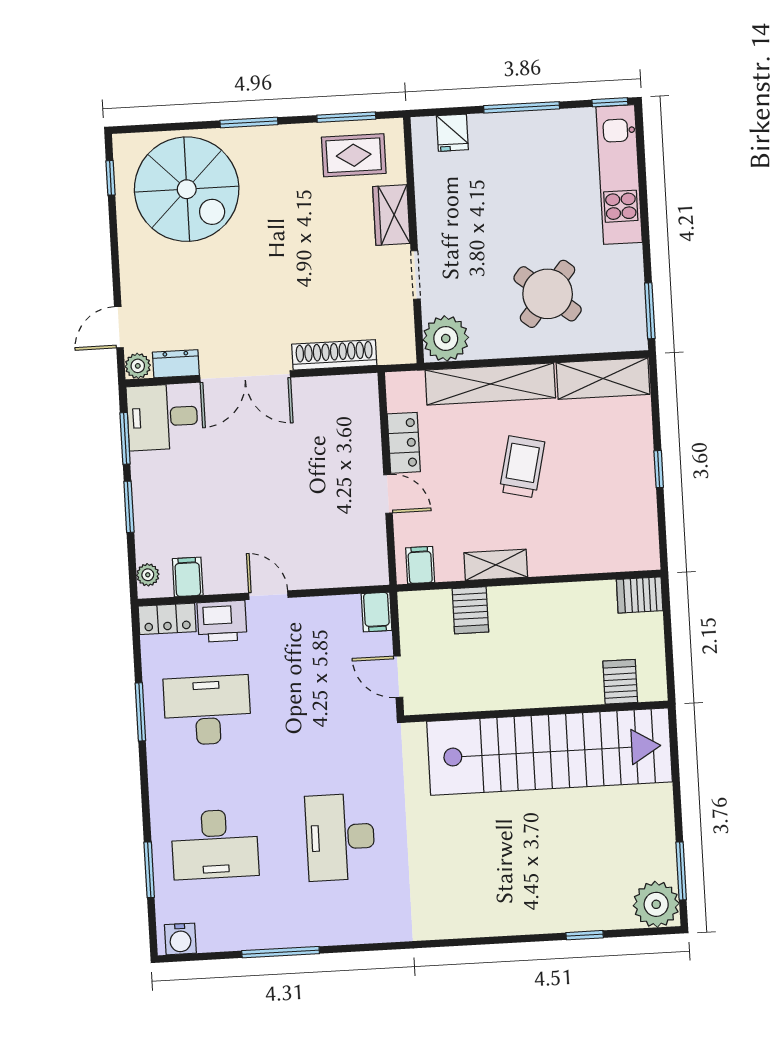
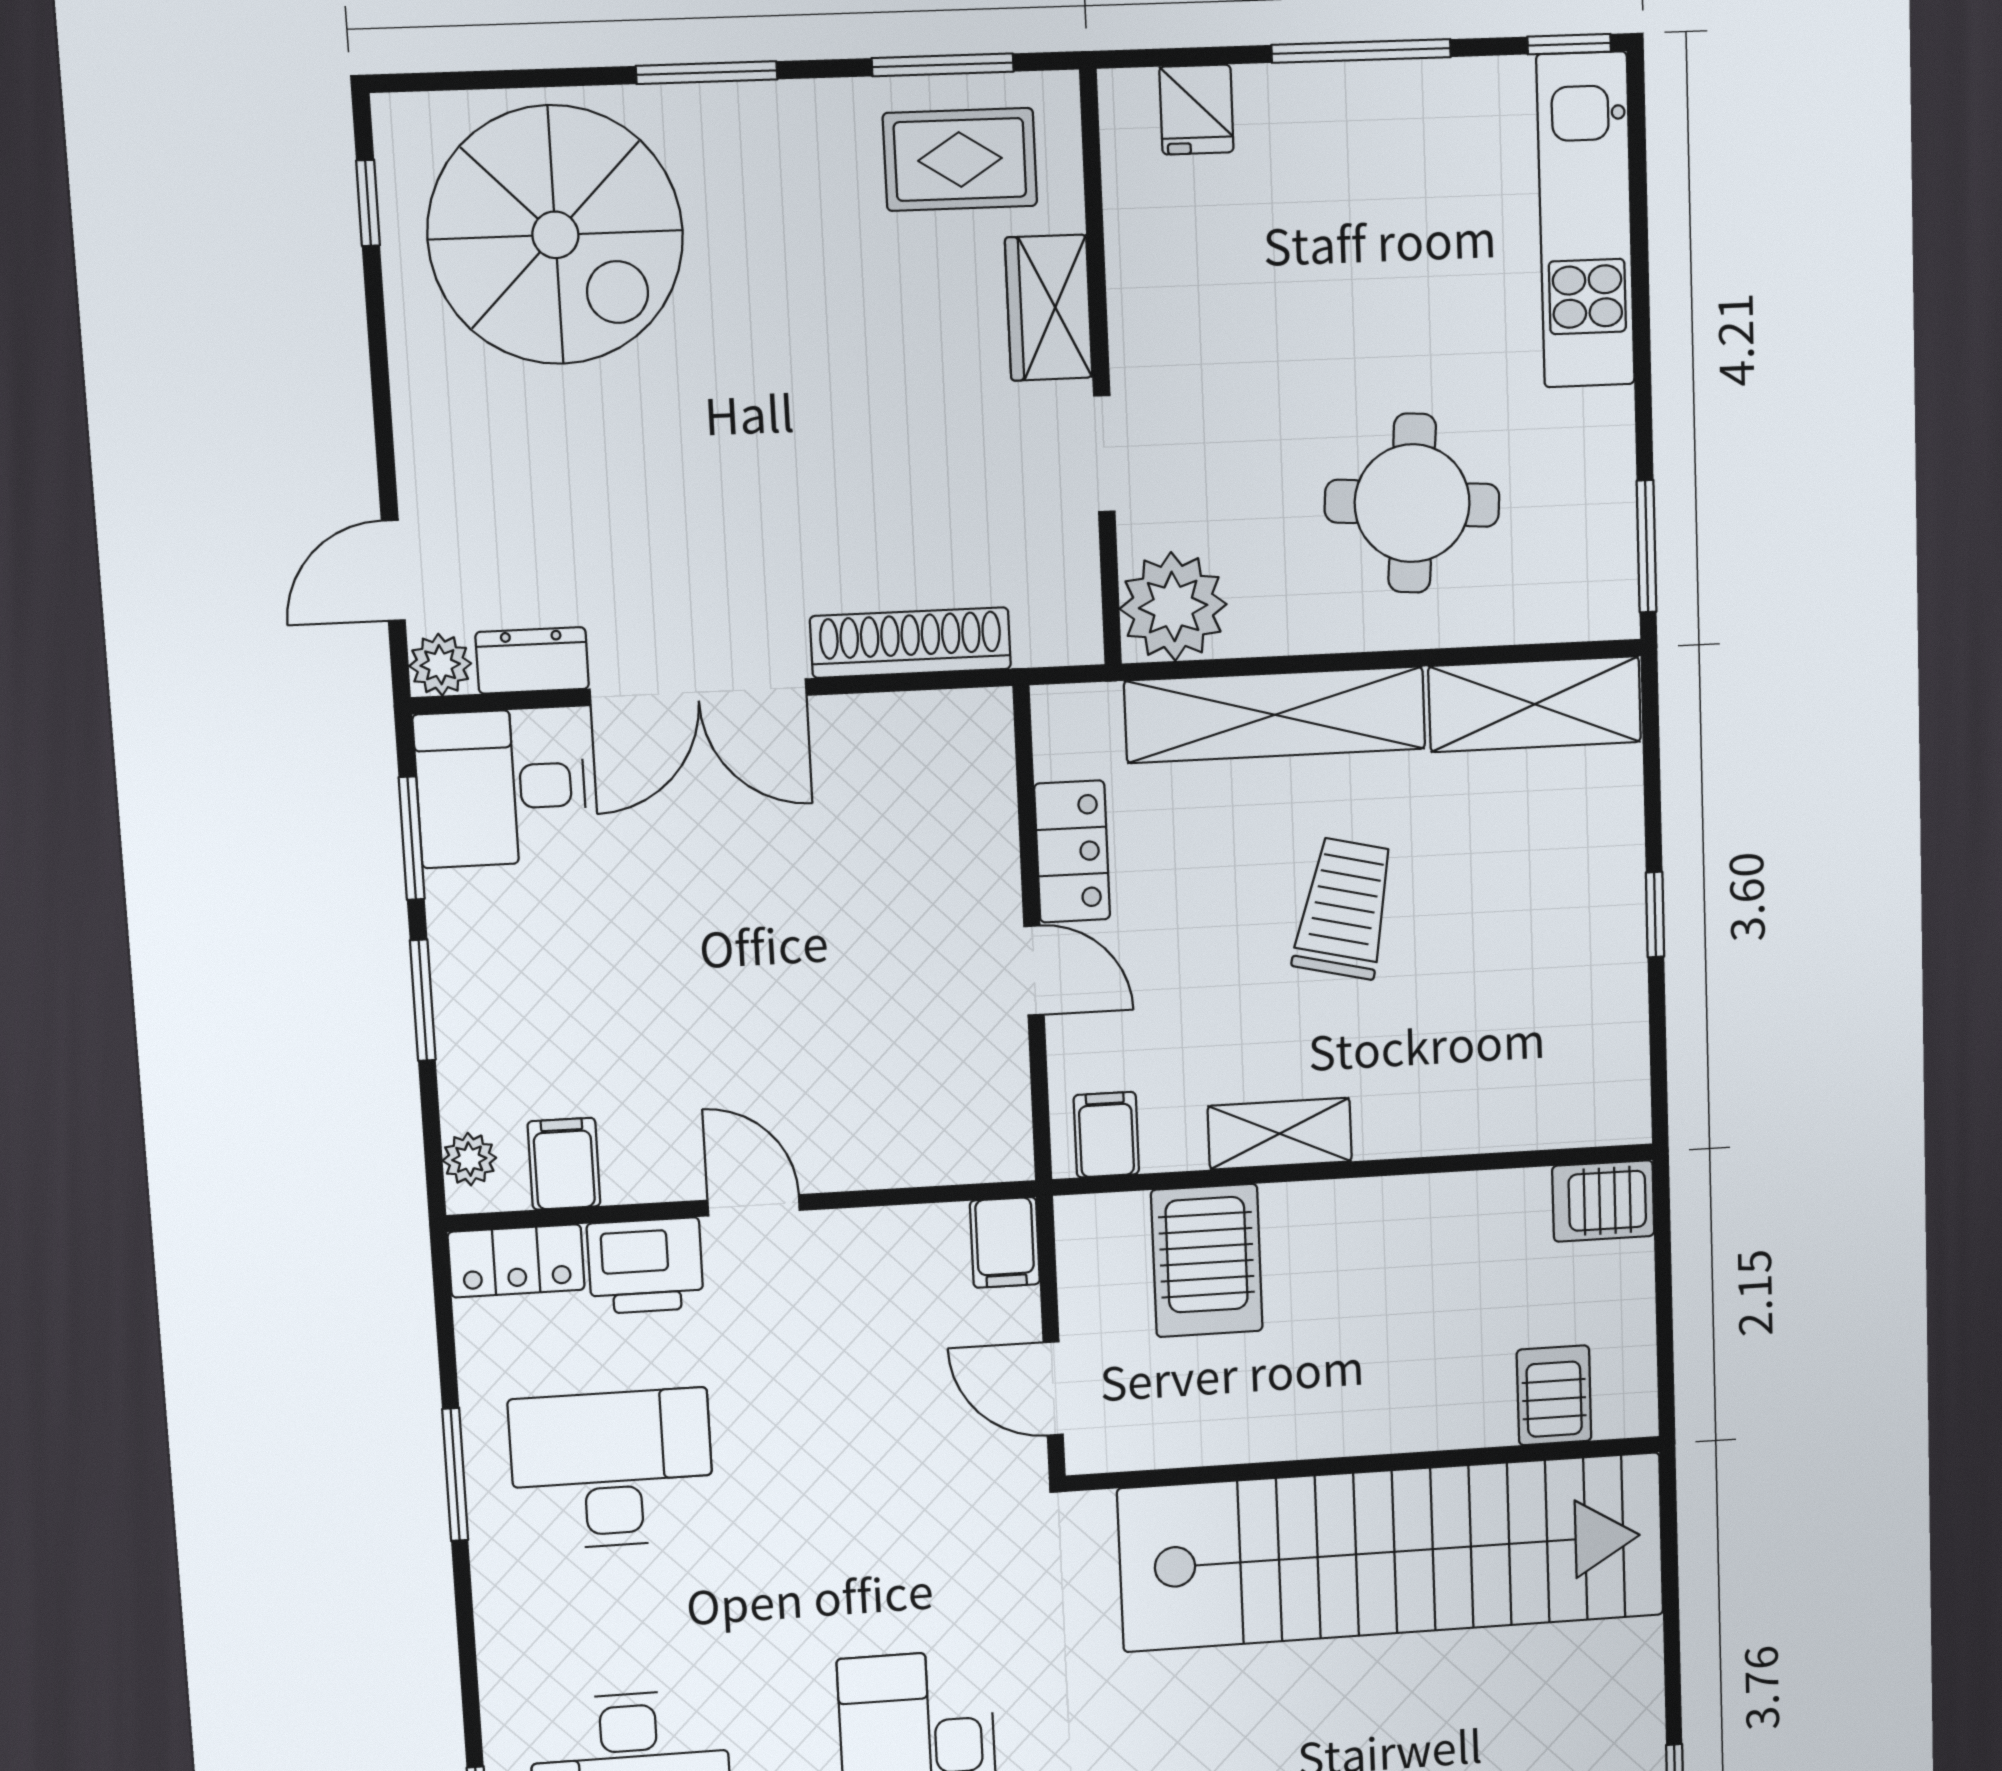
round table: (548, 294) -> (1412, 503), turned -35
server rack: (470, 610) -> (1207, 1261), width x1.36, depth x1.44

